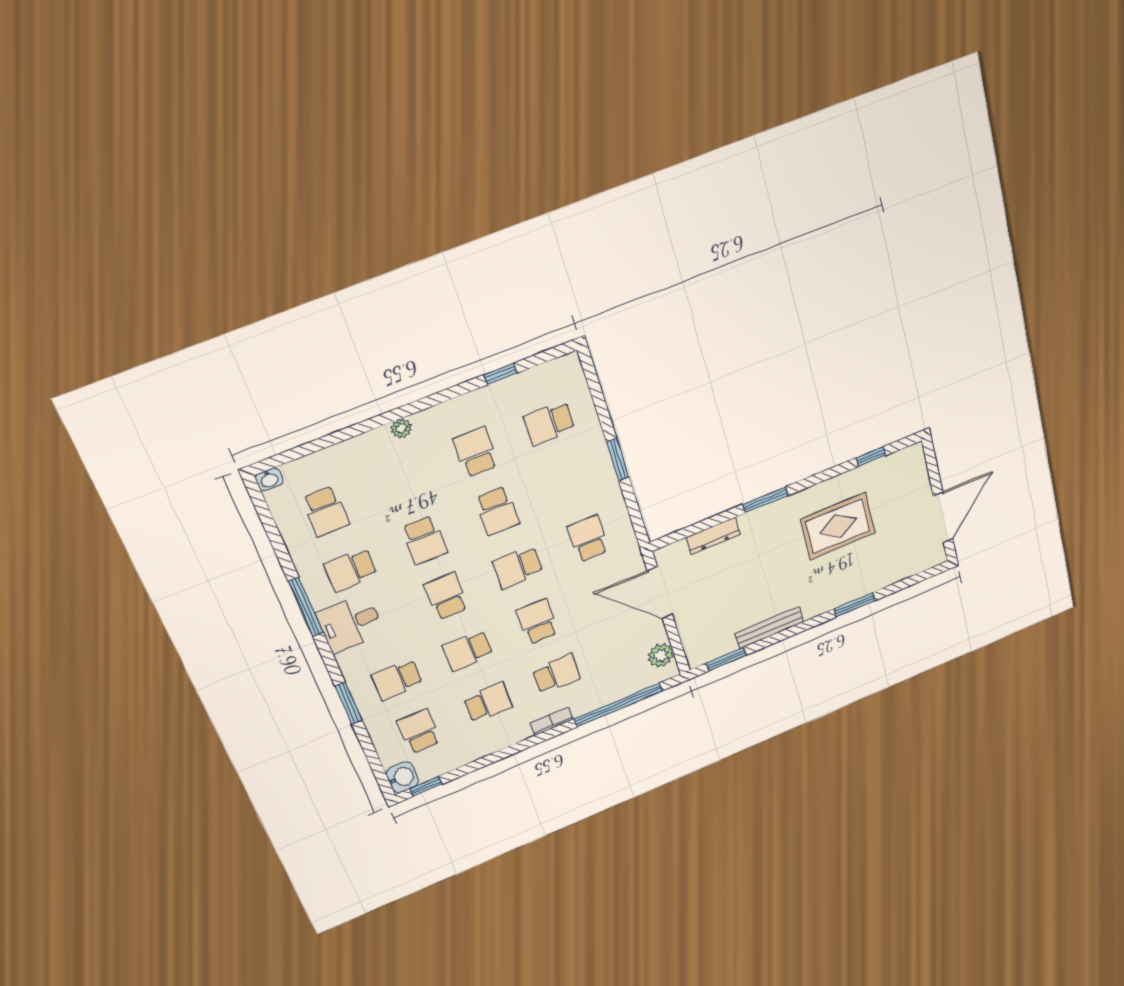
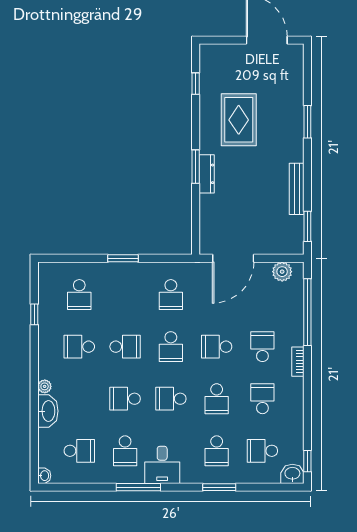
washbasin: (367, 447) -> (48, 411), added
dresser: (713, 536) -> (207, 174), moved
school desk: (588, 539) -> (171, 295), turned -90
school desk: (424, 540) -> (125, 399), turned 180

